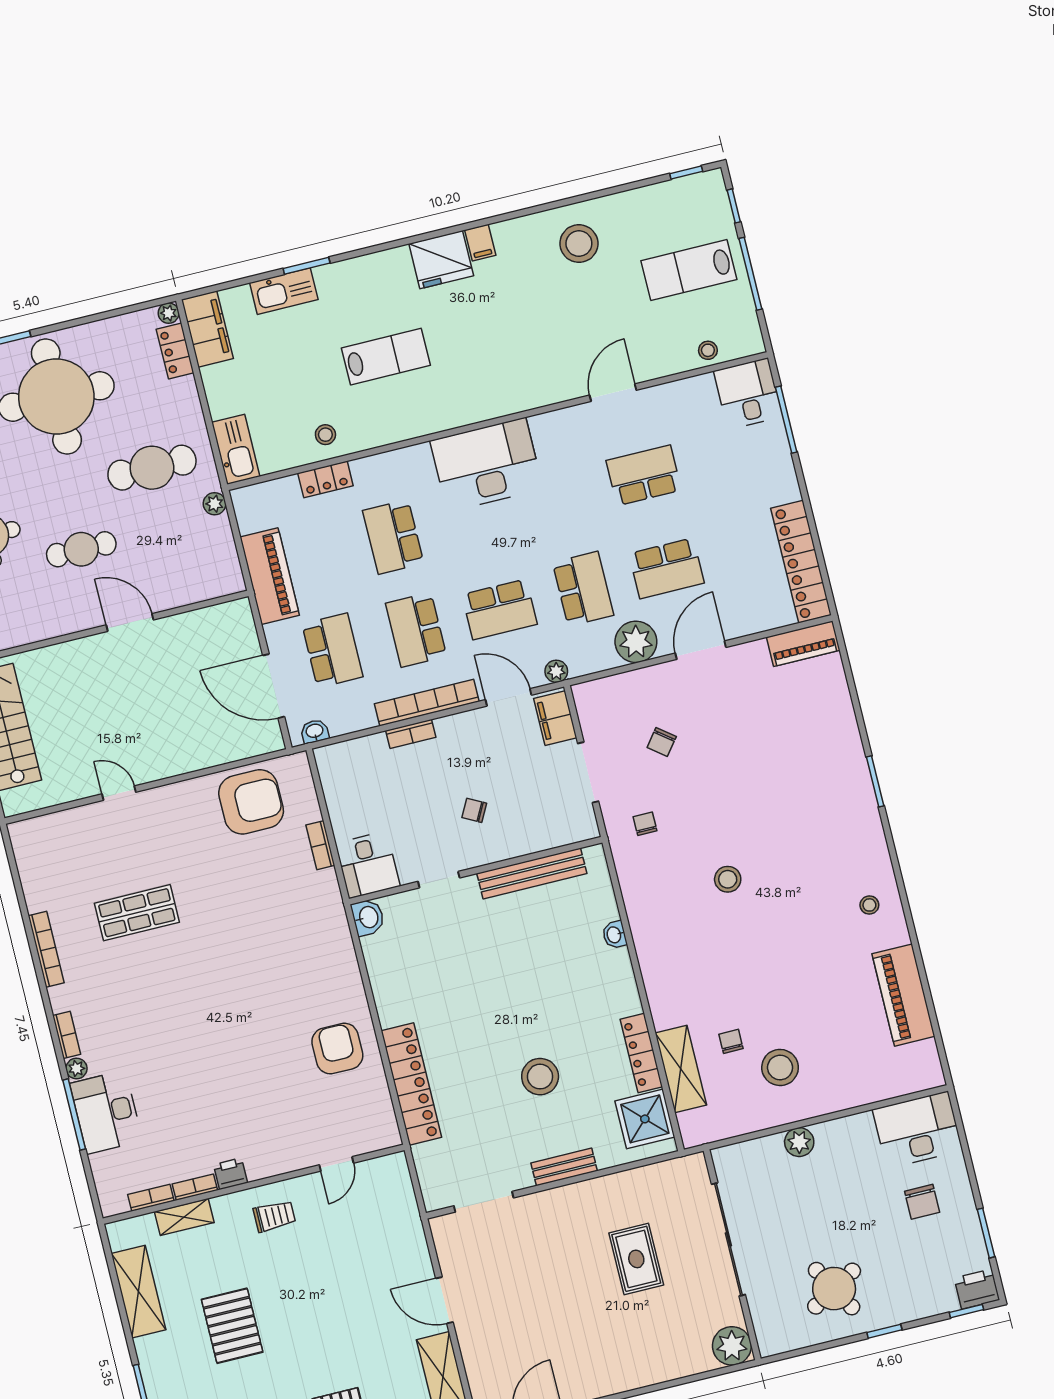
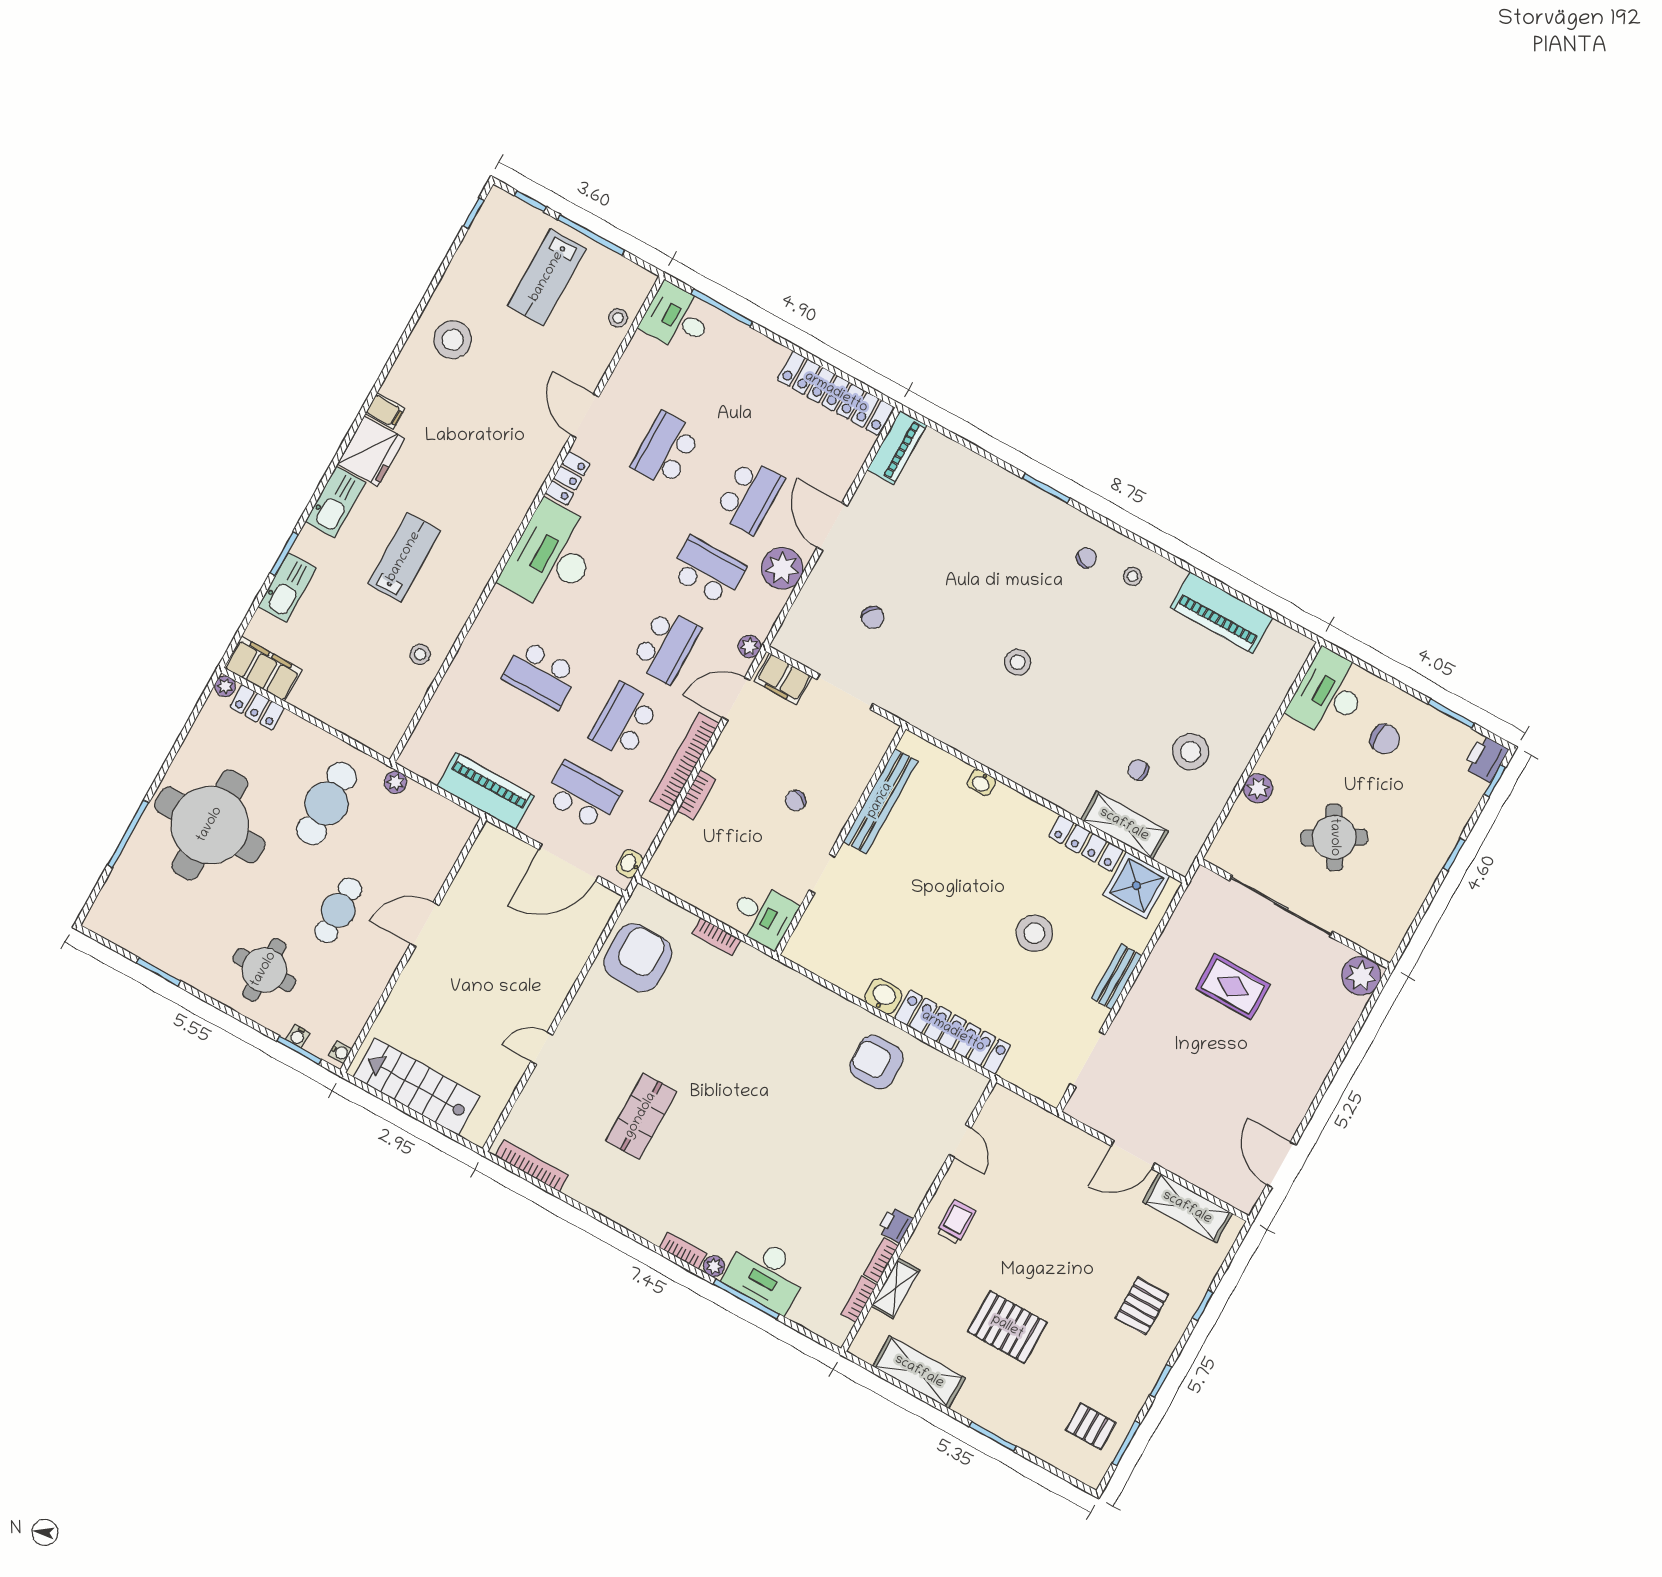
kitchen sink: (236, 449) -> (335, 502), moved, turned 90
locker: (325, 479) -> (568, 478), moved
school desk: (416, 630) -> (624, 721), turned 90
chair: (645, 824) -> (1086, 558), moved, turned 115
washbasin: (368, 917) -> (883, 996), moved
bookcase: (46, 949) -> (532, 1166), moved
round table: (834, 1289) -> (1334, 837), moved

